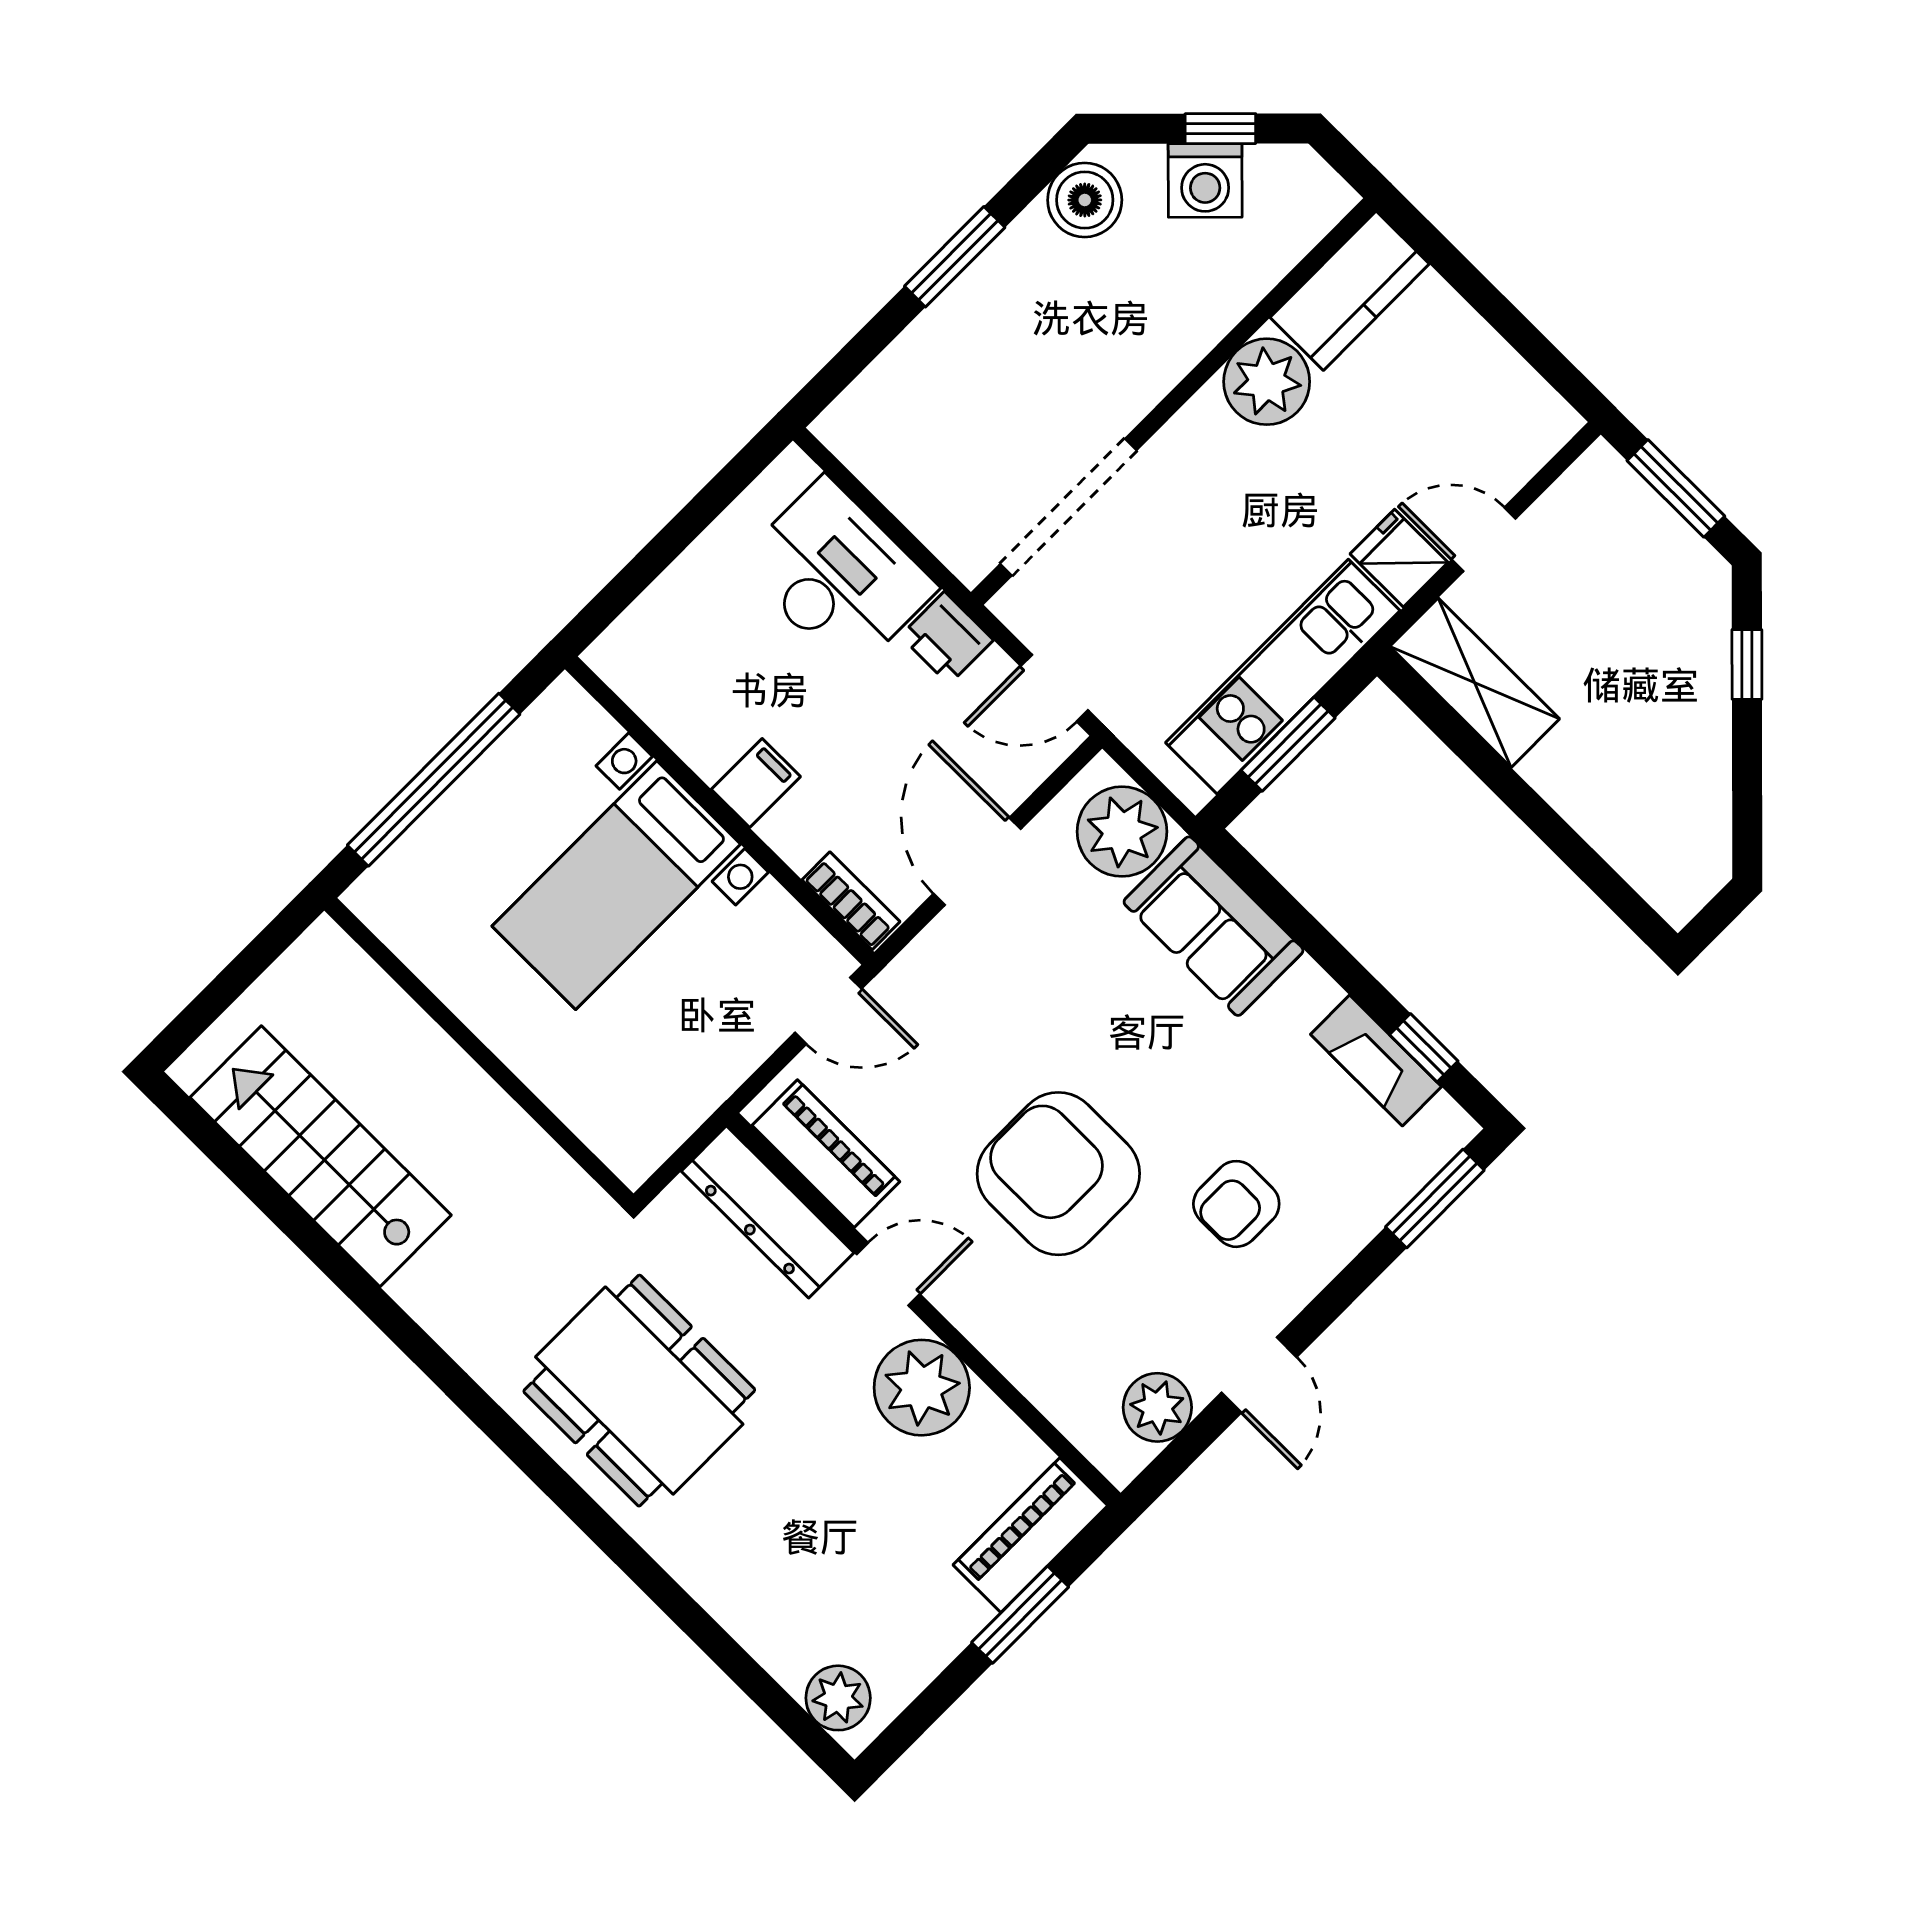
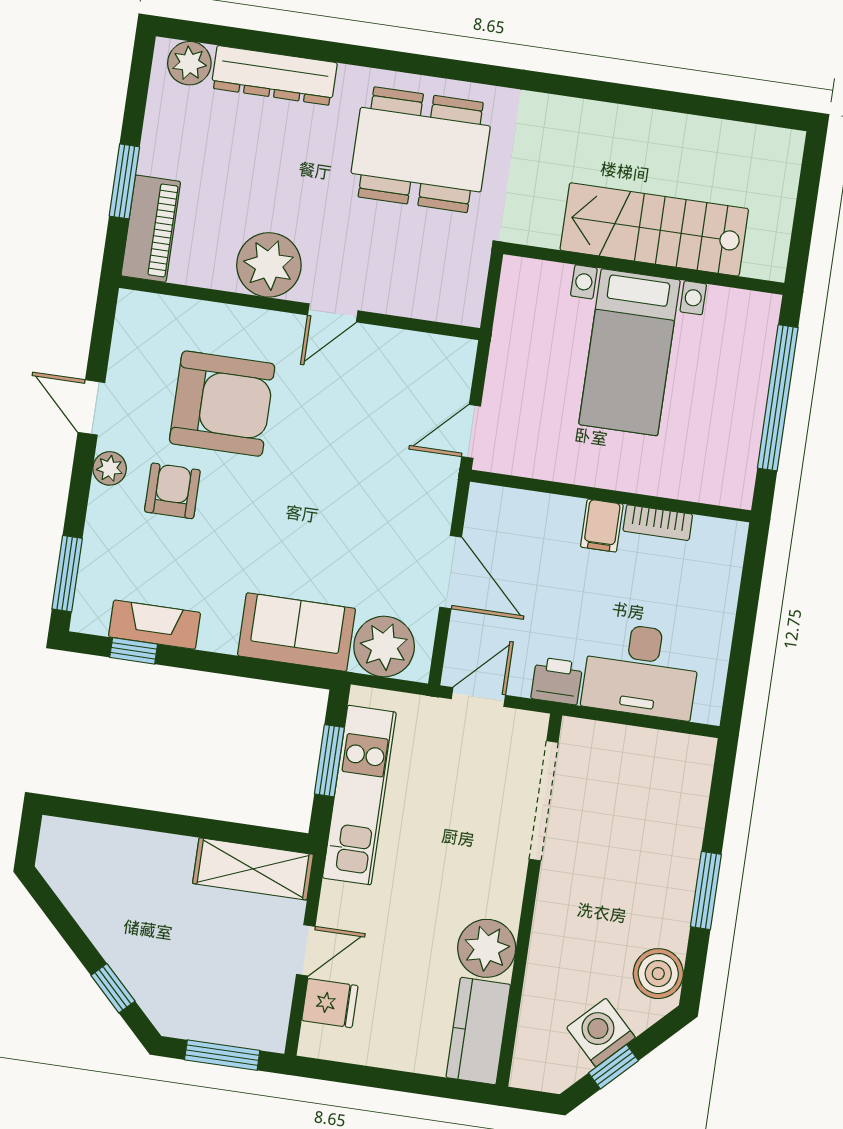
fridge: (1399, 558) -> (330, 1003), moved
bed with nightstands: (616, 885) -> (629, 352), moved, turned 180
bookcase: (851, 901) -> (658, 523), moved
piano: (826, 1154) -> (415, 353), removed
stairs: (321, 1156) -> (654, 229), moved, turned 180
armchair: (1058, 1174) -> (222, 404), moved
dresser: (768, 1212) -> (274, 75), moved, turned 180
plant: (1157, 1407) -> (110, 468), moved, width x0.73, depth x0.73

